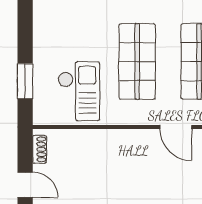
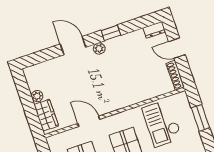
shoe rack: (40, 149) -> (175, 75), width x1.43

